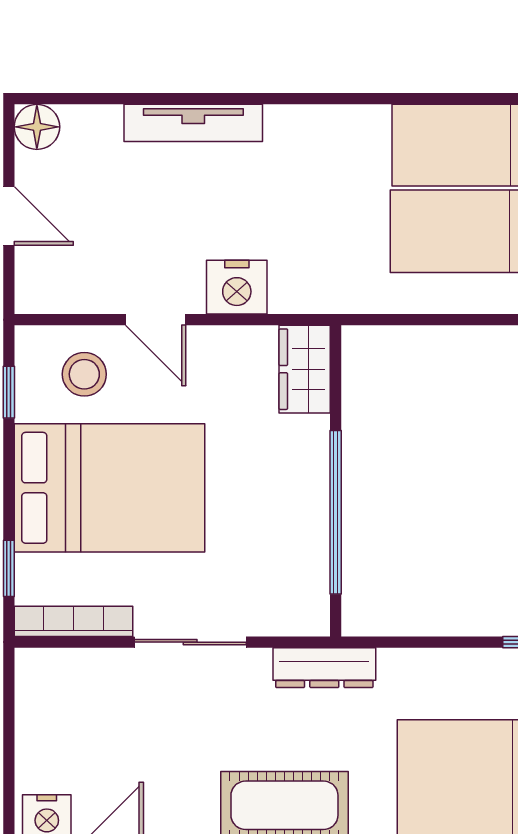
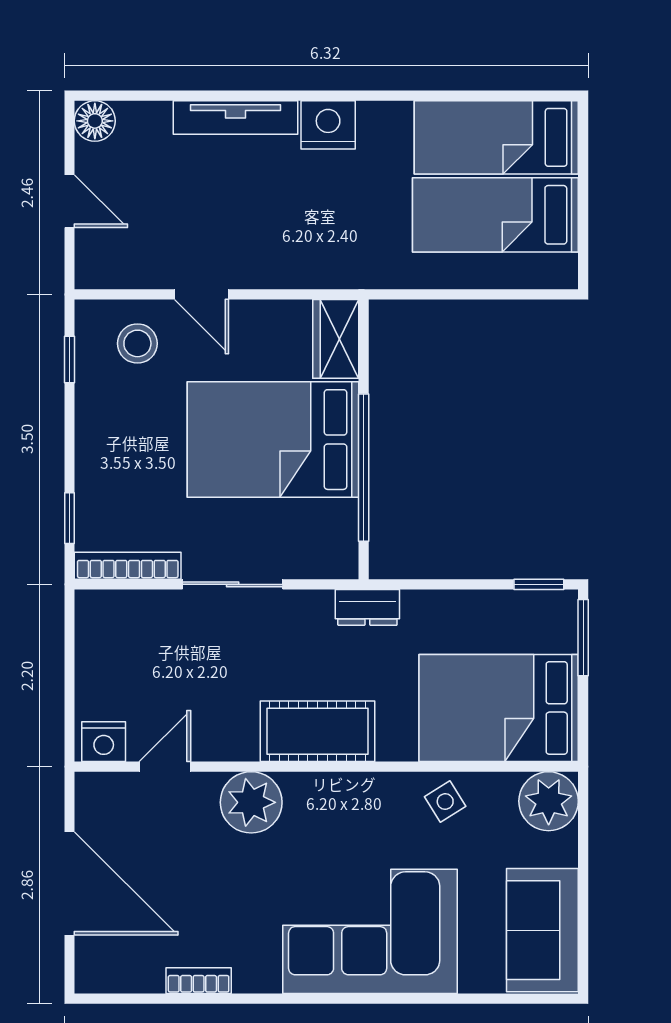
nightstand: (237, 287) -> (328, 125), moved, turned 180
bed: (110, 488) -> (273, 440), moved, turned 180
dresser: (324, 668) -> (367, 607), width x0.70

